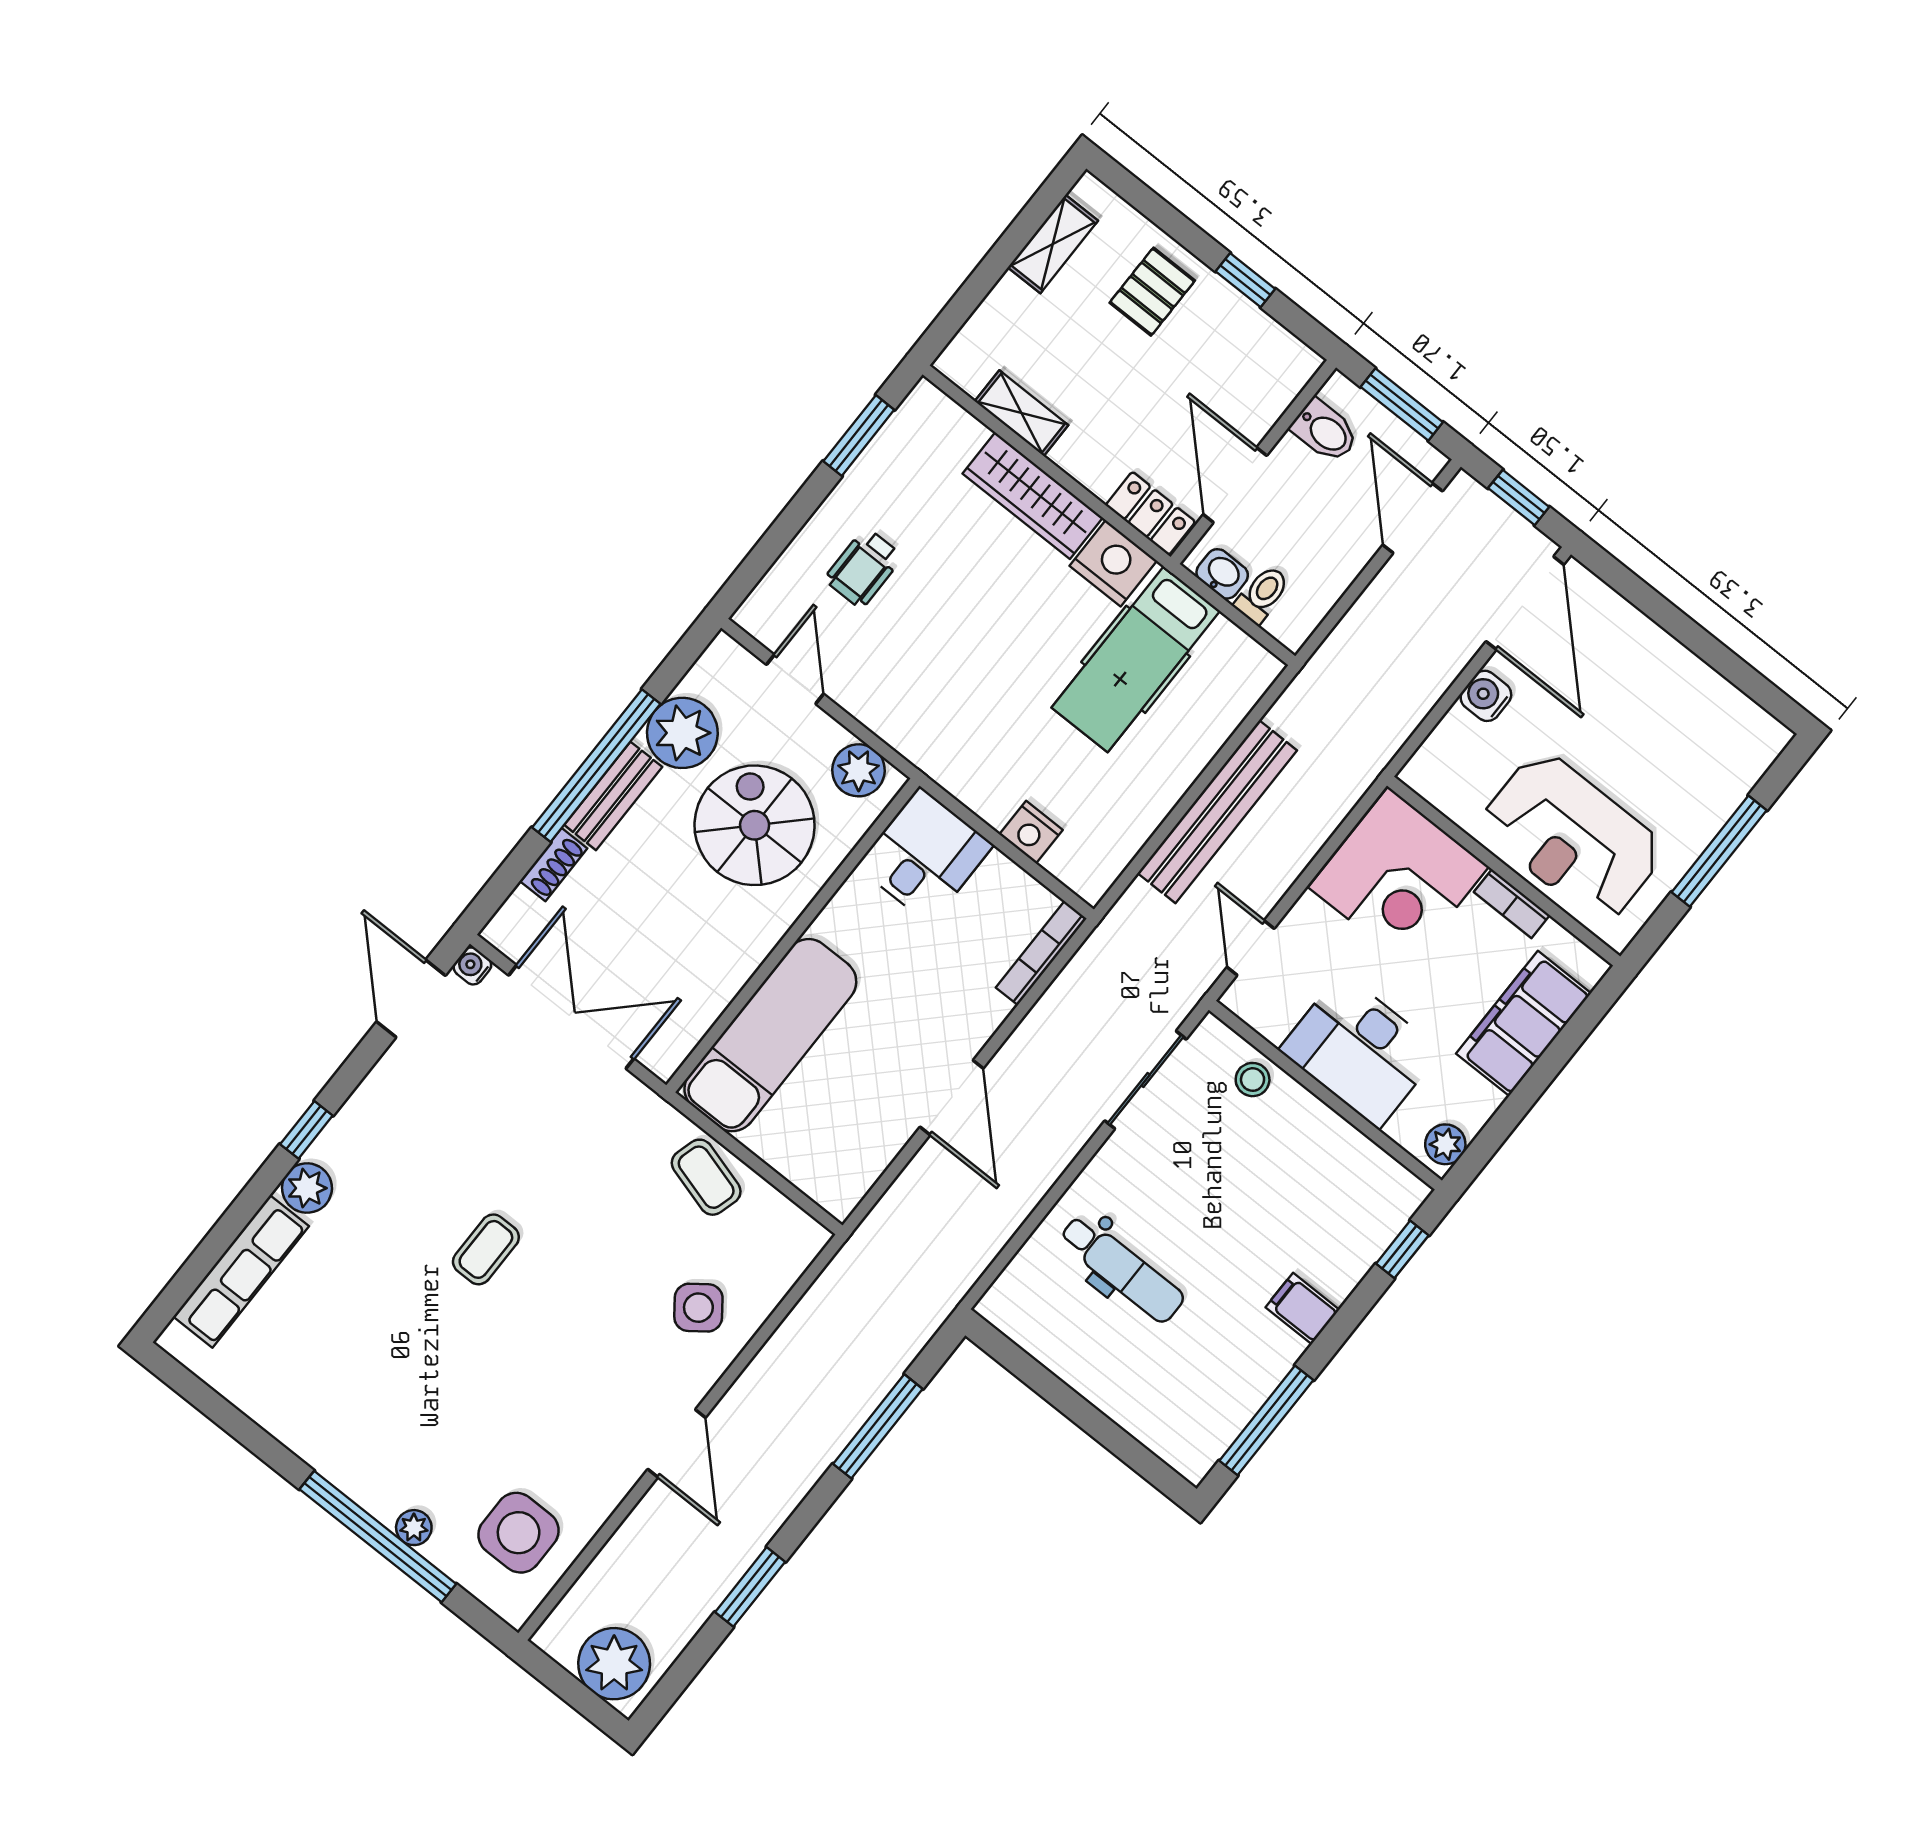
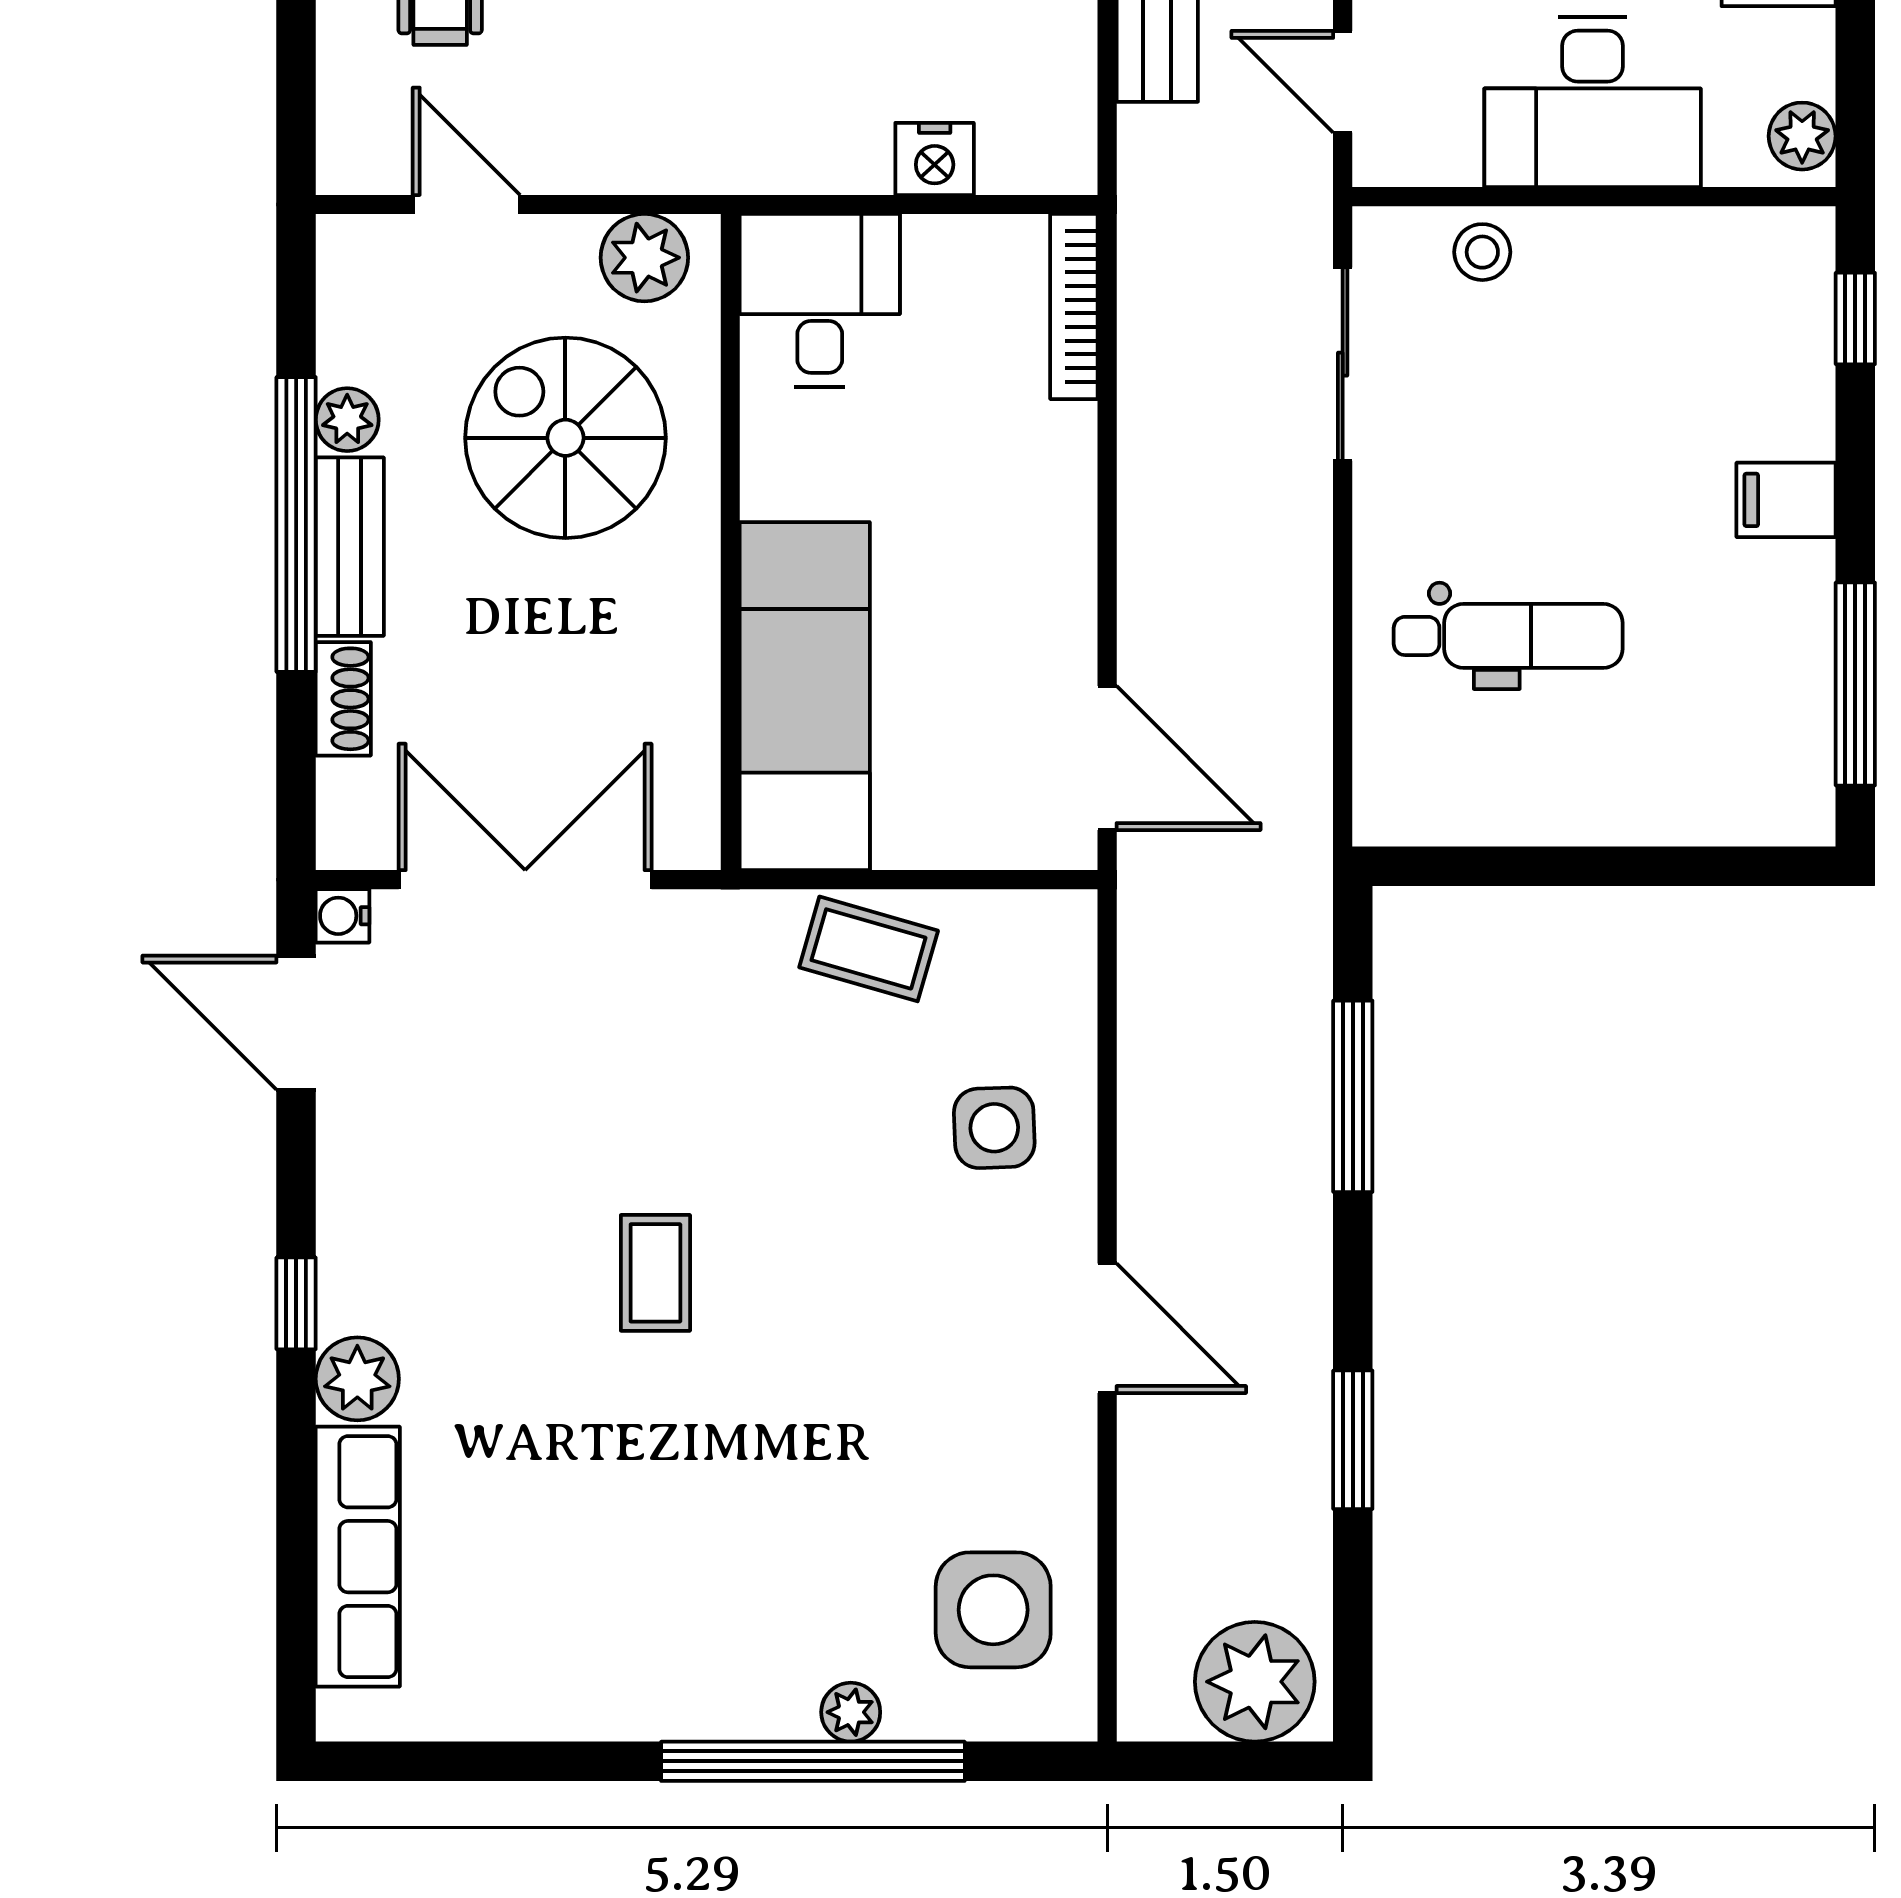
plant: (682, 733) -> (347, 420), width x0.53, depth x0.53
door: (952, 1098) -> (1107, 758), moved
side table: (698, 1308) -> (994, 1128), turned 35

